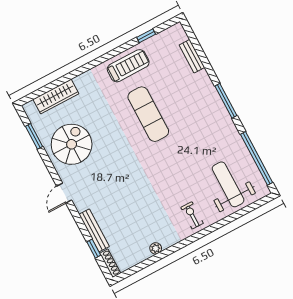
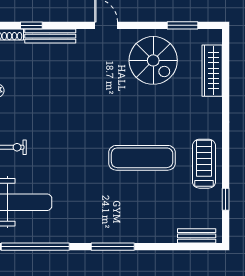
bench: (192, 56) -> (197, 236), moved
treadmill: (128, 66) -> (204, 164), turned 180

